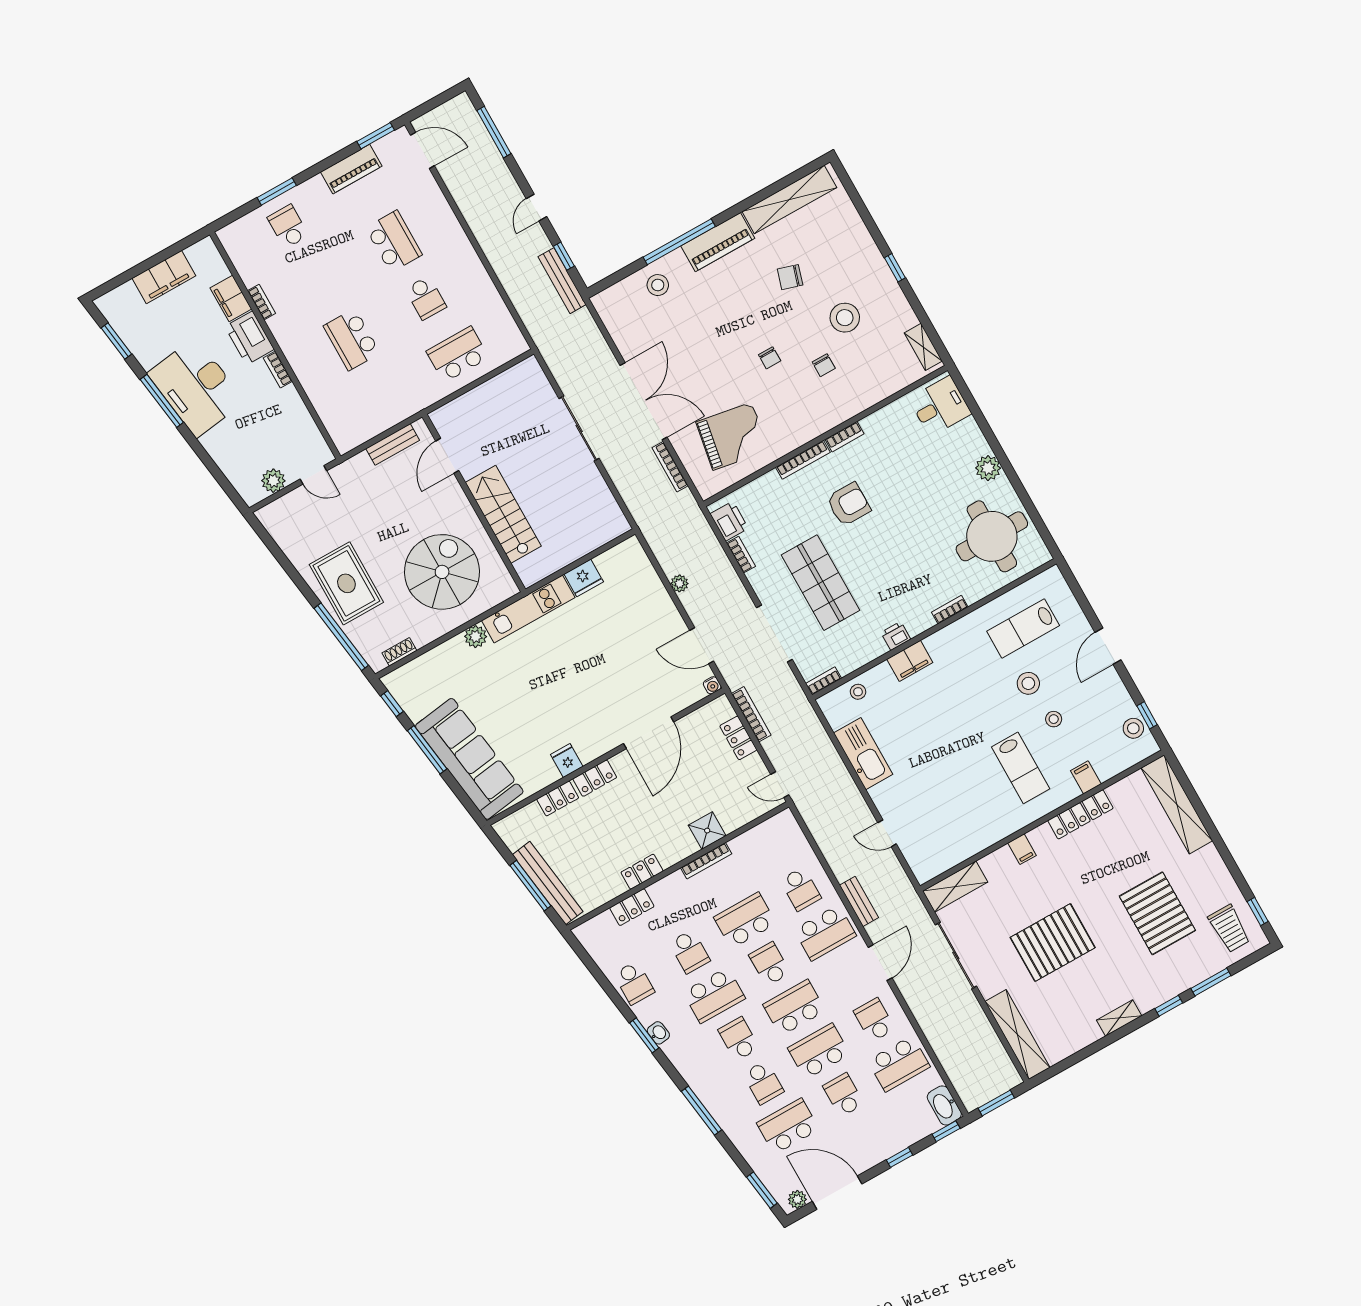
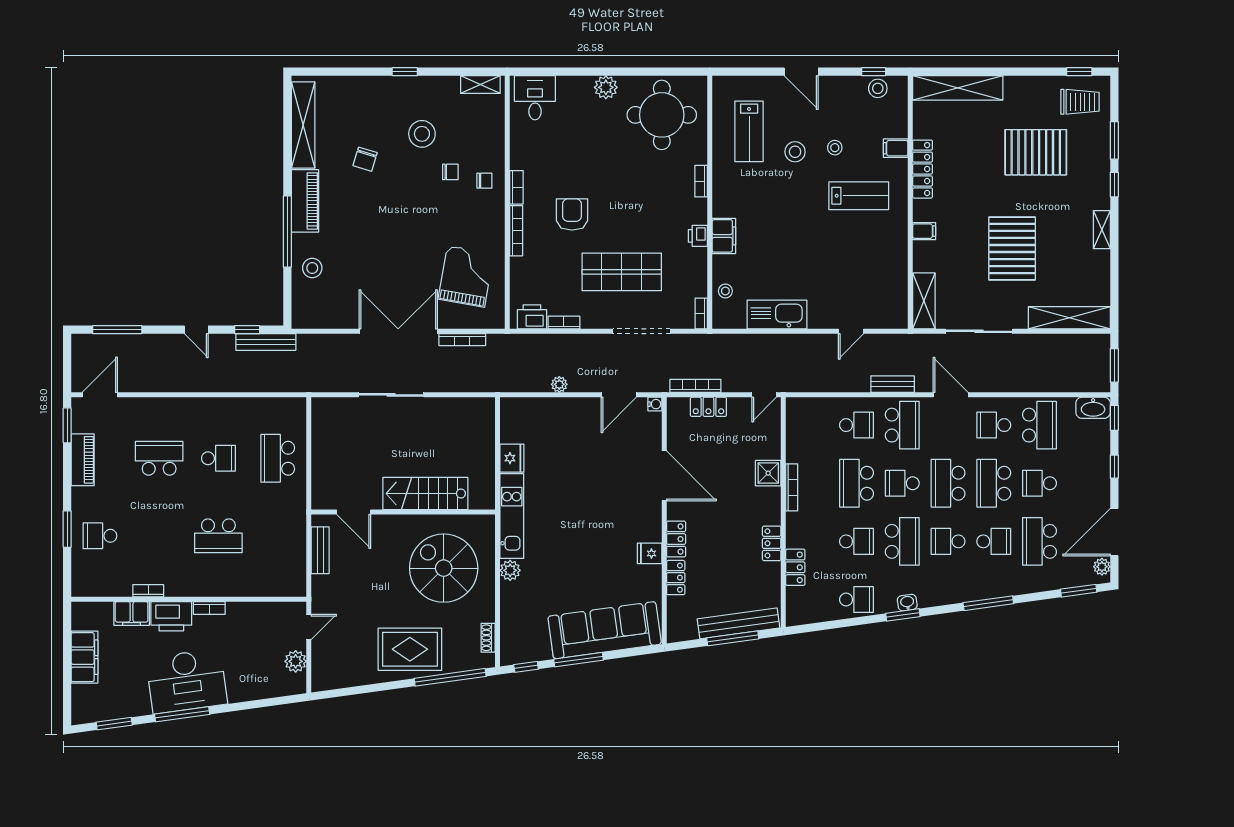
chair: (770, 358) -> (484, 181), moved

